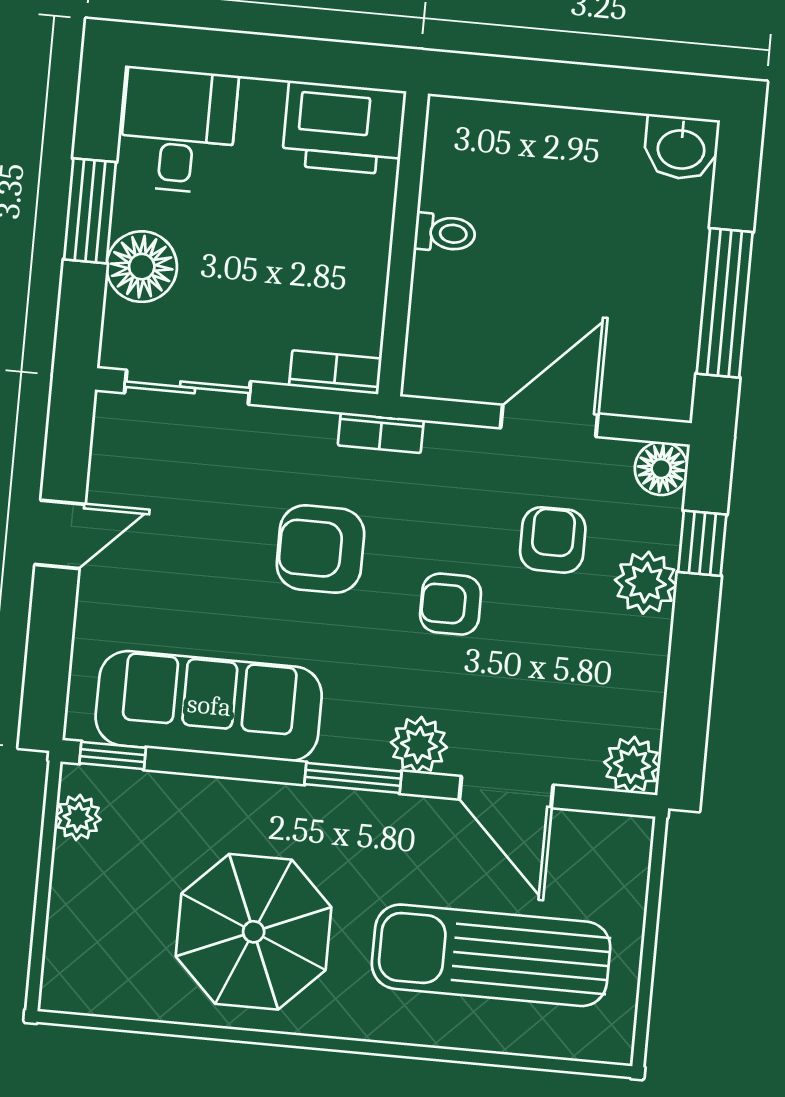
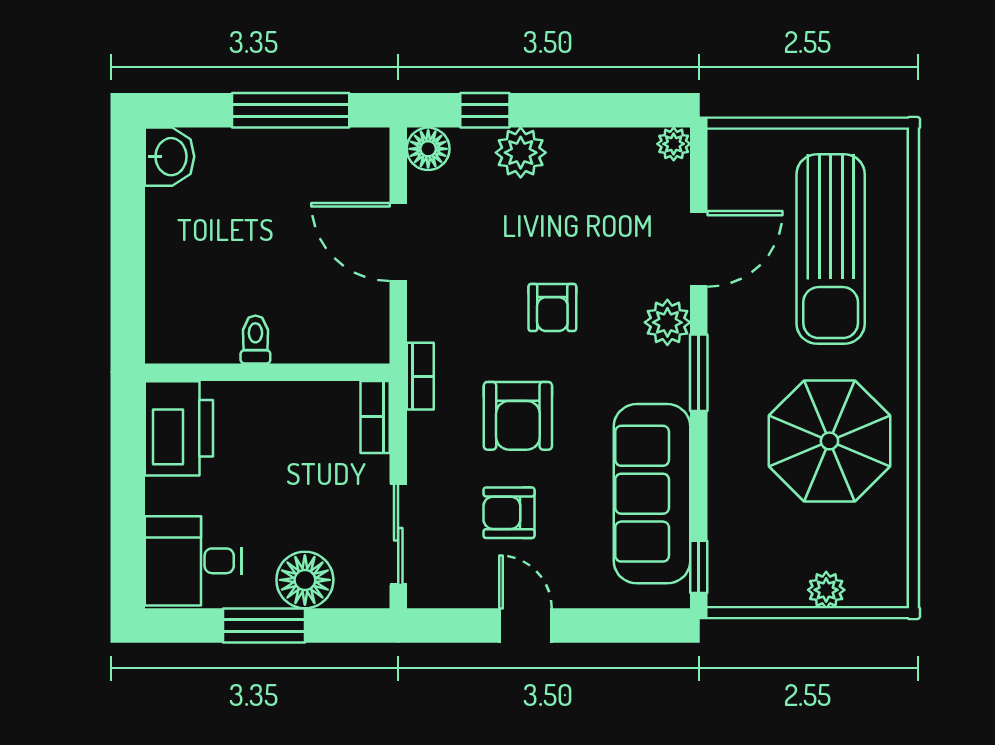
armchair: (553, 540) -> (509, 513), moved
plant: (632, 765) -> (674, 144), width x0.73, depth x0.73
plant: (78, 817) -> (826, 590), moved

